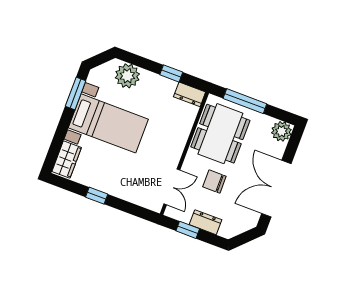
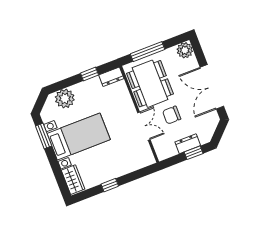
double door: (172, 187) -> (144, 126), moved
window: (188, 230) -> (194, 153), moved

